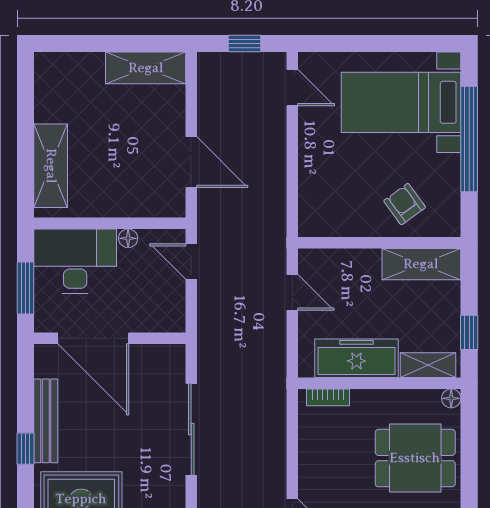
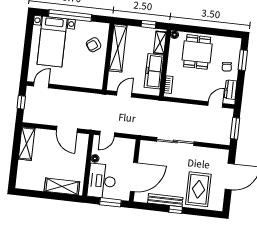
door: (191, 162) -> (67, 129), swing flipped
shelving: (421, 264) -> (118, 48), width x1.47

